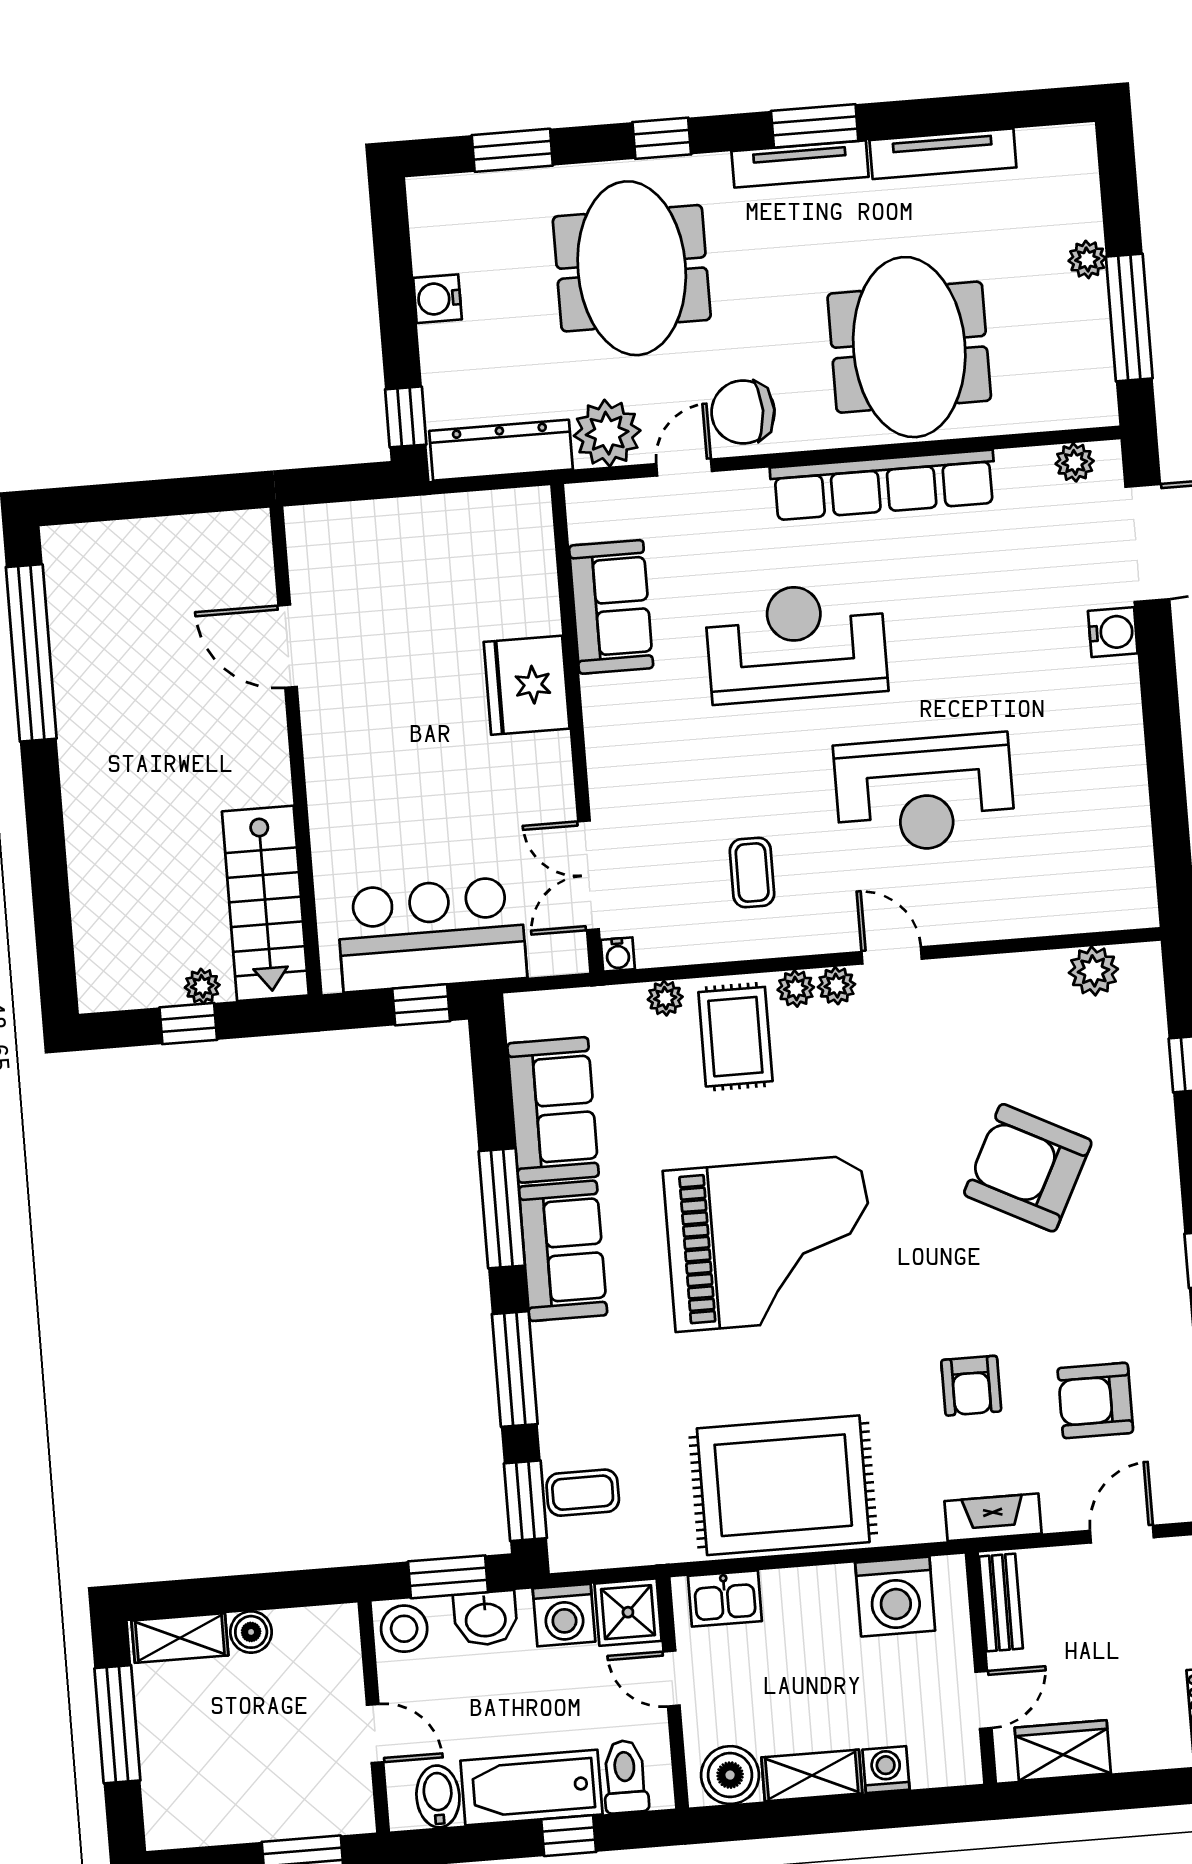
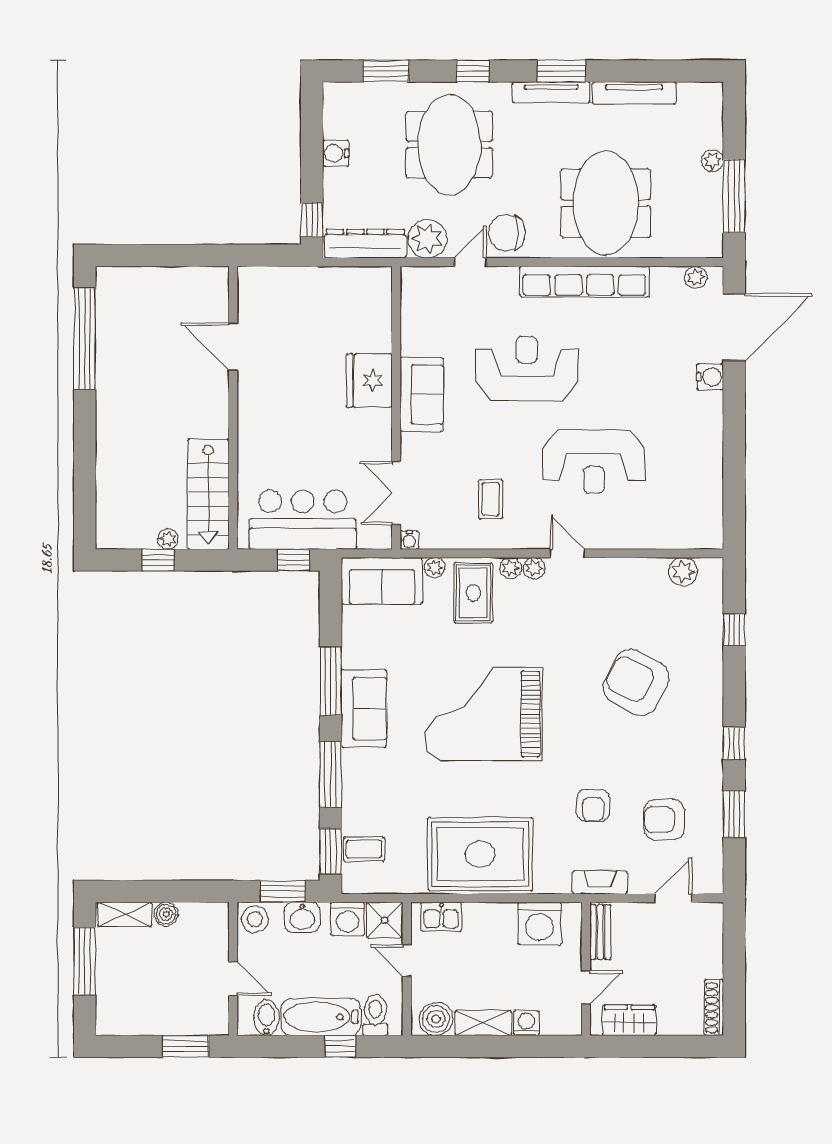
sofa: (611, 607) -> (422, 394), moved
sofa: (553, 1110) -> (382, 581), moved, turned 90
grand piano: (770, 1243) -> (484, 714), turned 180

